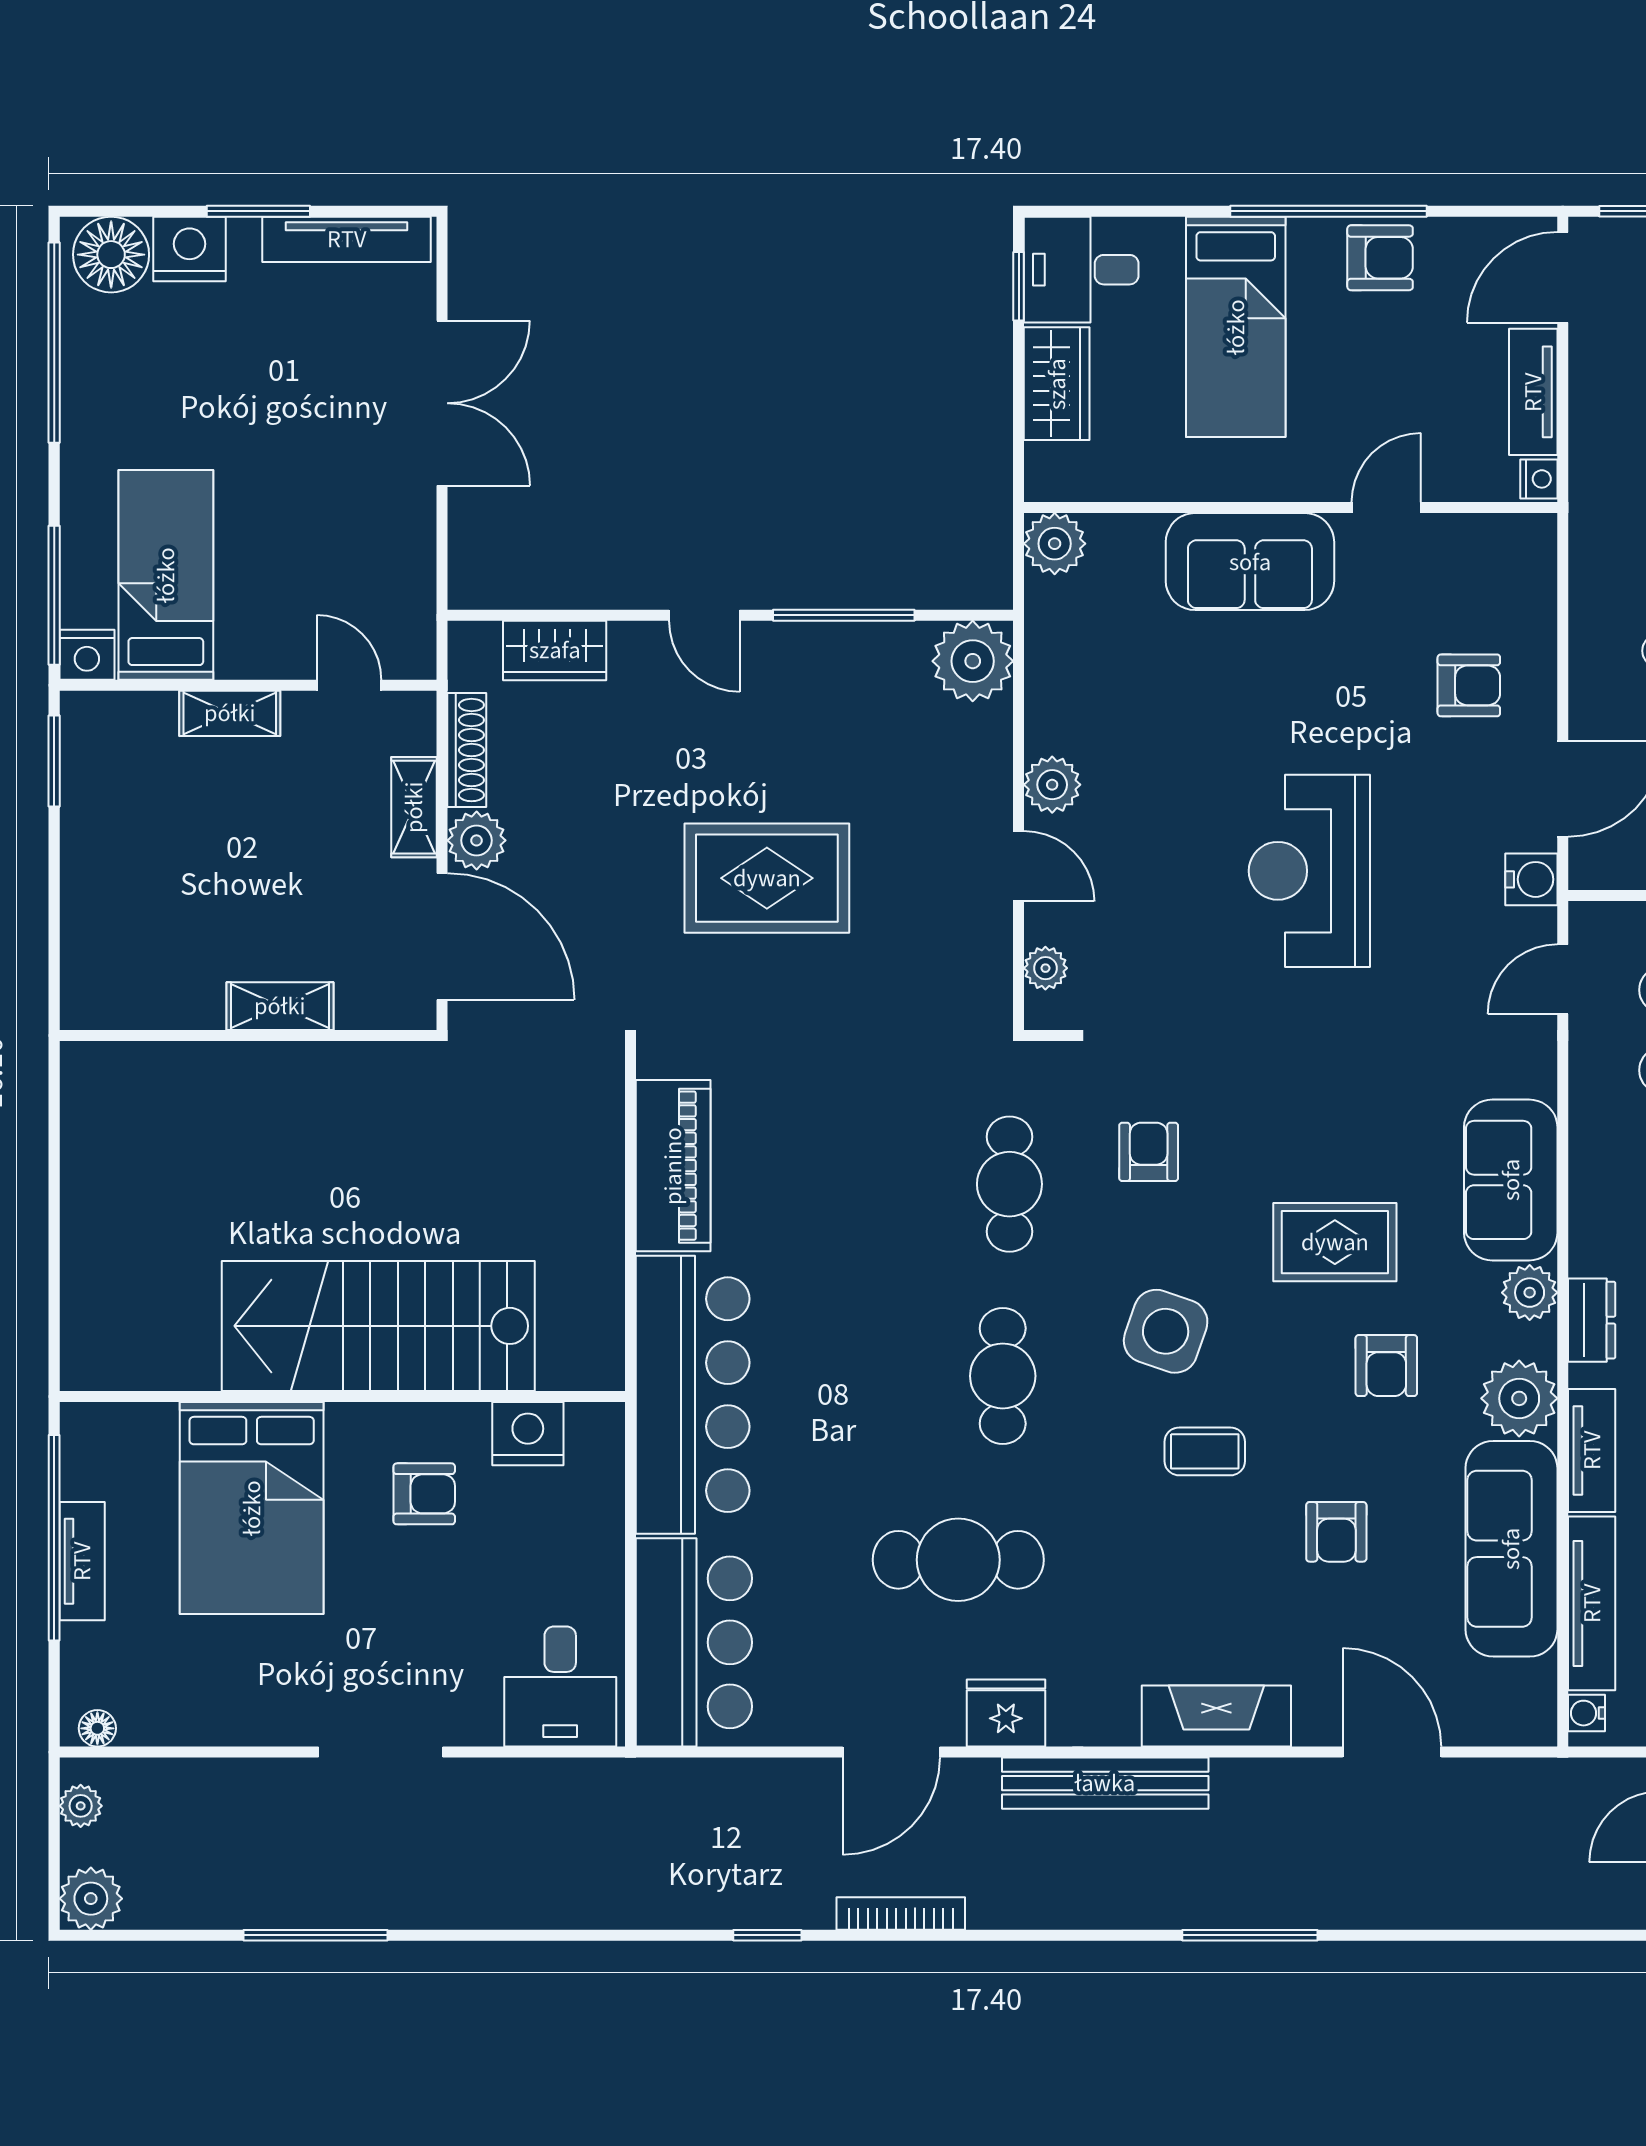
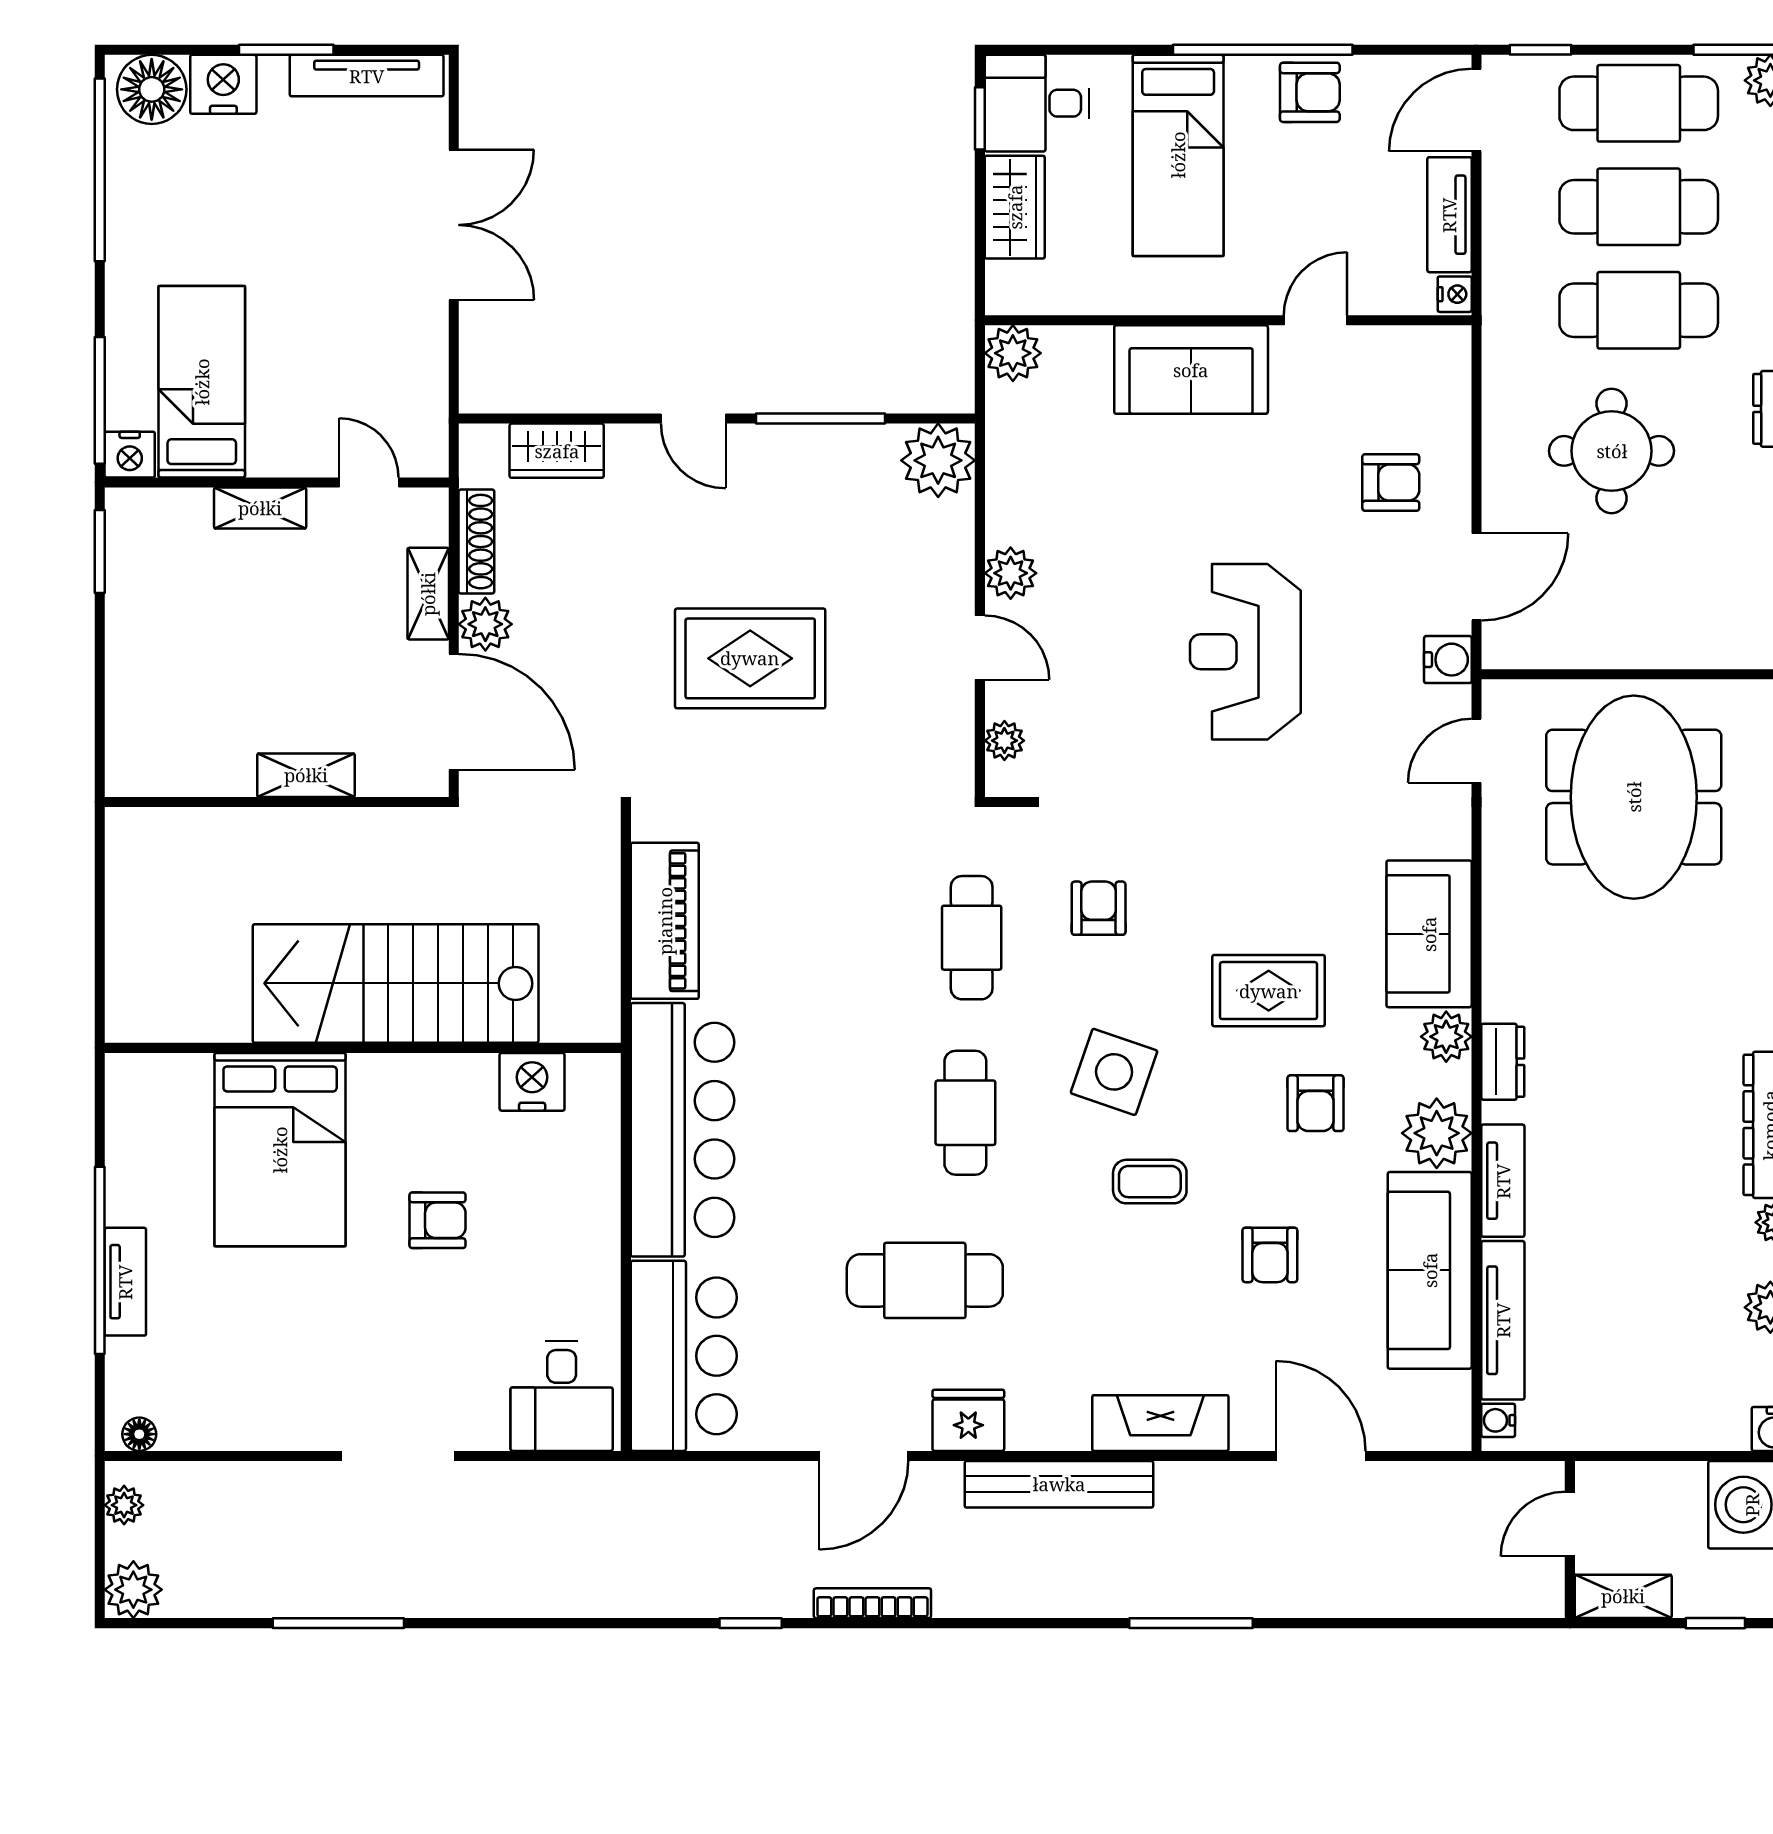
stairs: (378, 1326) -> (396, 983), moved
wall: (342, 1396) -> (363, 1048), moved
nightstand: (528, 1434) -> (532, 1082), moved
bed: (252, 1508) -> (280, 1150), moved

